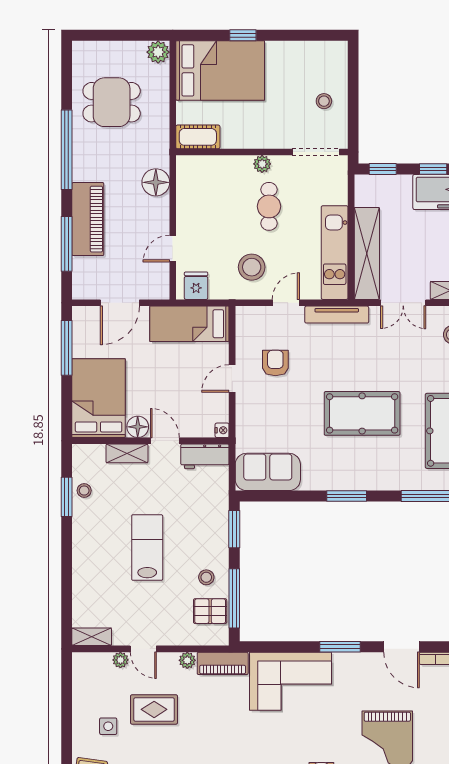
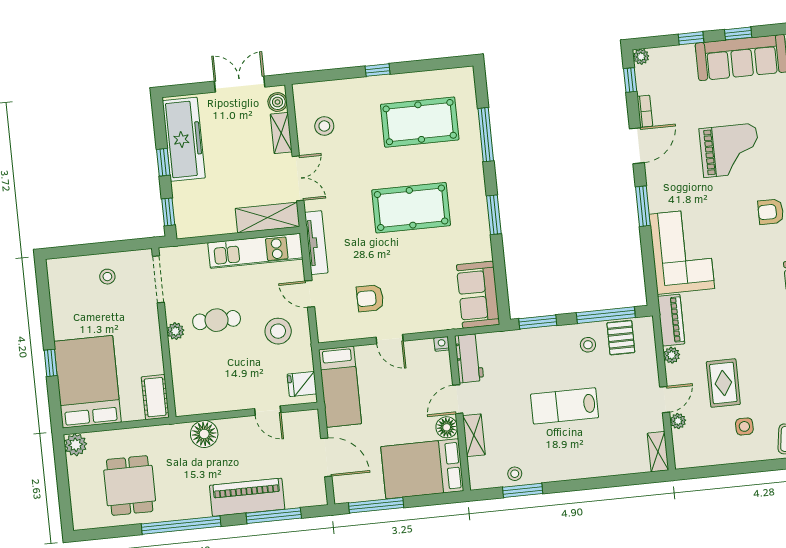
shelving: (367, 253) -> (267, 218), width x0.68
pool table: (362, 413) -> (411, 208), turned 90

